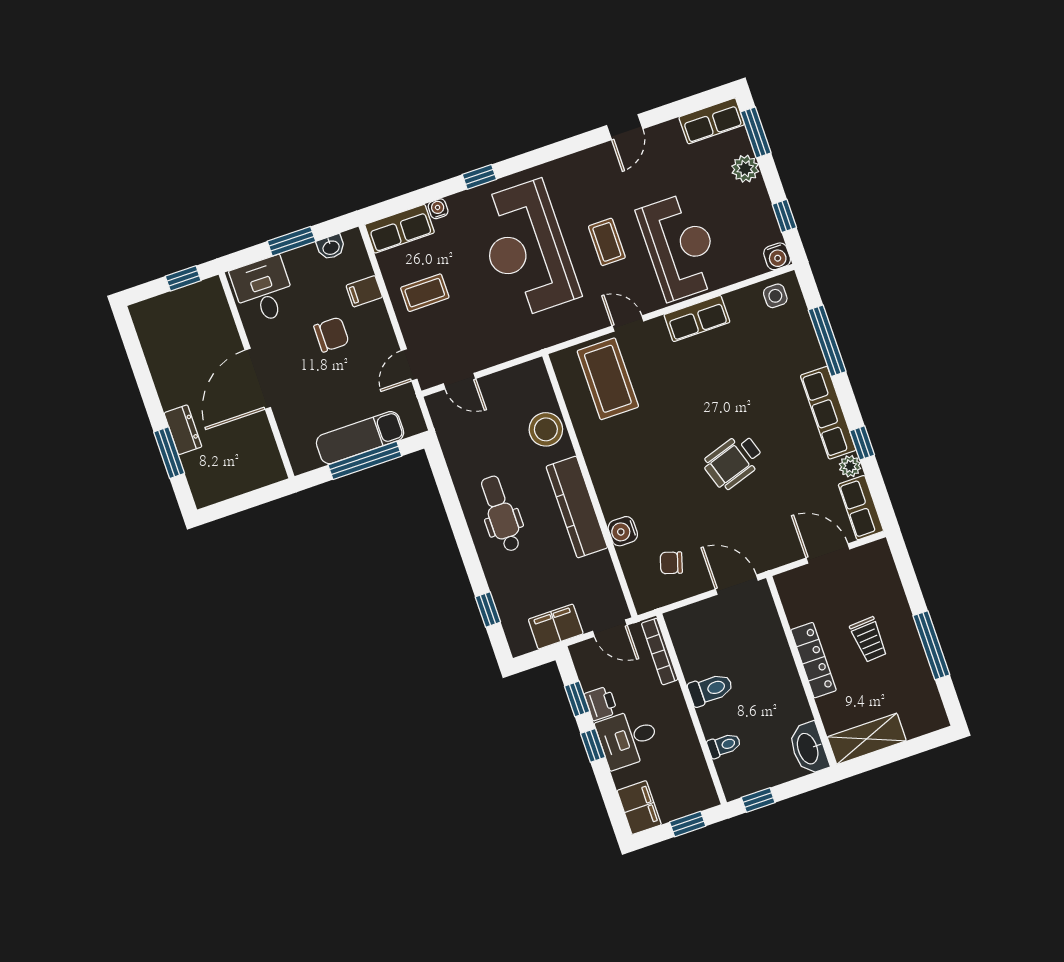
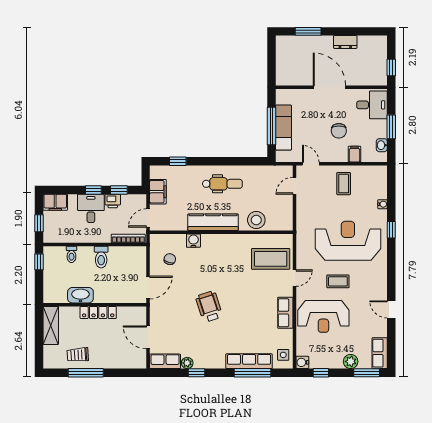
row of seats: (400, 229) -> (379, 182), removed
row of seats: (828, 413) -> (249, 361), moved
dresser: (183, 430) -> (345, 42), moved
door: (828, 554) -> (148, 337), swing flipped
trolley: (869, 639) -> (78, 355), moved
washbasin: (808, 748) -> (80, 295), moved

